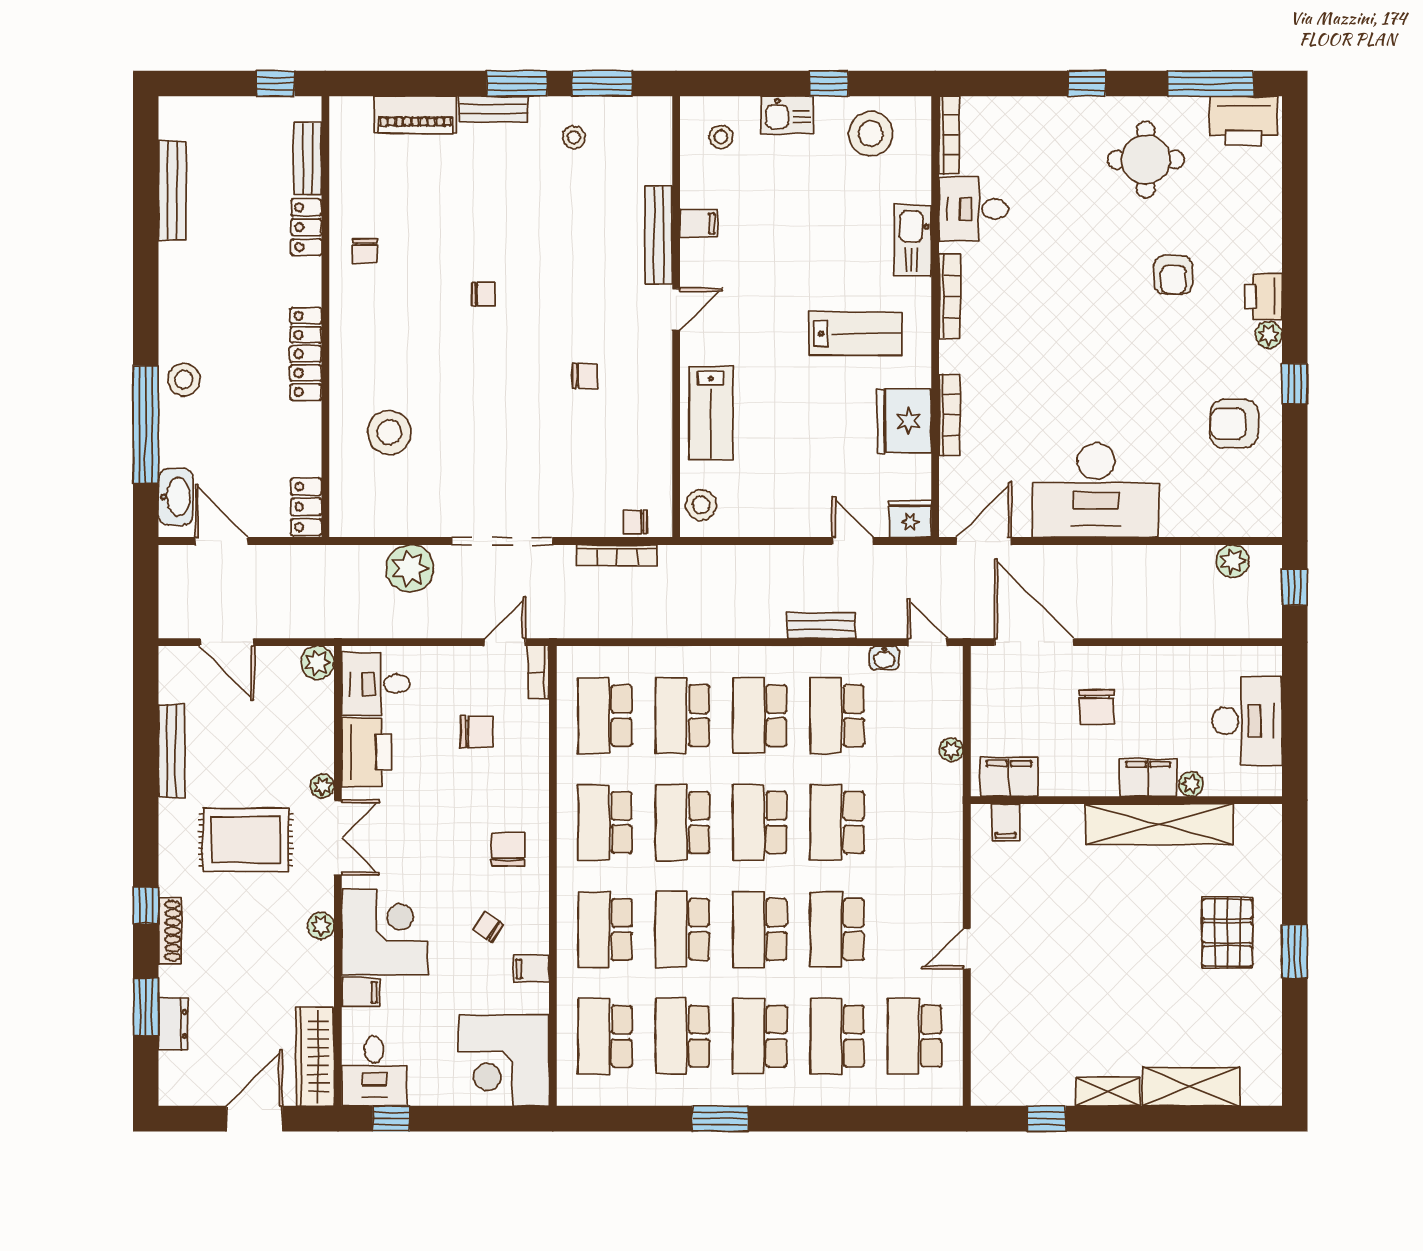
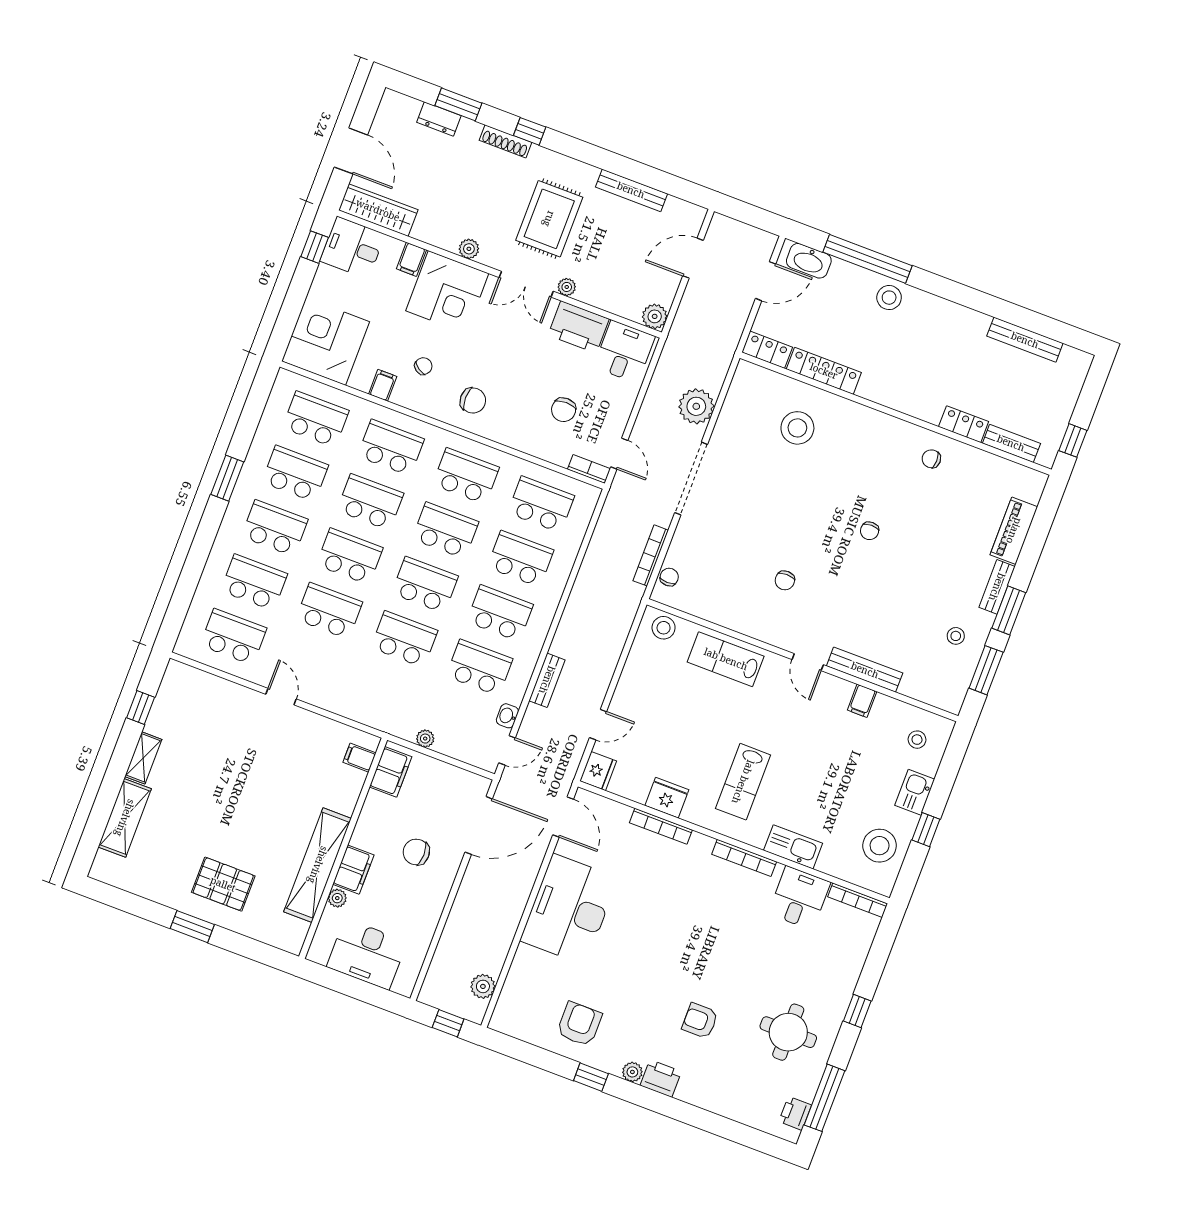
printer: (1244, 121) -> (795, 1113), width x0.53, depth x0.68
locker: (306, 354) -> (824, 371), moved
fridge: (904, 421) -> (667, 798), width x0.73, depth x0.75

